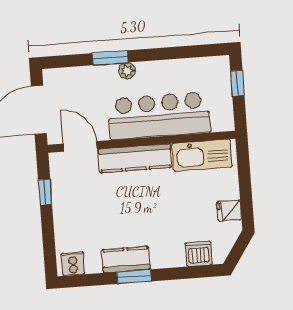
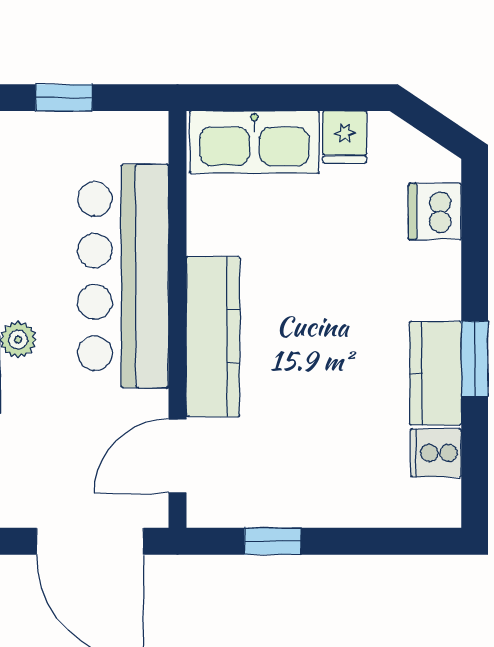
kitchen sink: (202, 155) -> (254, 142), moved, turned 90
cooker: (73, 264) -> (436, 453), moved

